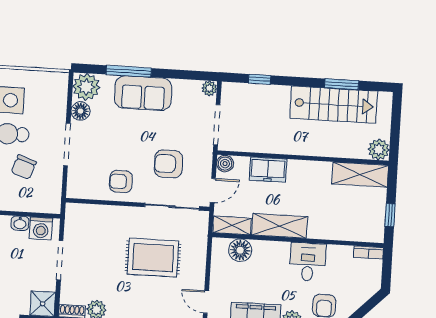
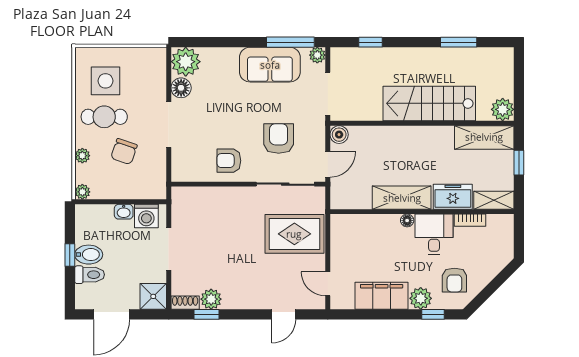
window: (129, 71) -> (290, 42), moved
sofa: (143, 93) -> (270, 65), moved
stairs: (334, 105) -> (429, 103), moved, turned 180
armchair: (168, 164) -> (279, 138), turned 90
freezer: (268, 170) -> (453, 197), moved, turned 180
window: (390, 215) -> (519, 163), moved
shelving: (232, 225) -> (494, 200), moved
floor lamp: (240, 250) -> (407, 220), moved, width x0.53, depth x0.53
bookcase: (368, 252) -> (470, 220), moved
rug: (153, 258) -> (294, 234), moved

